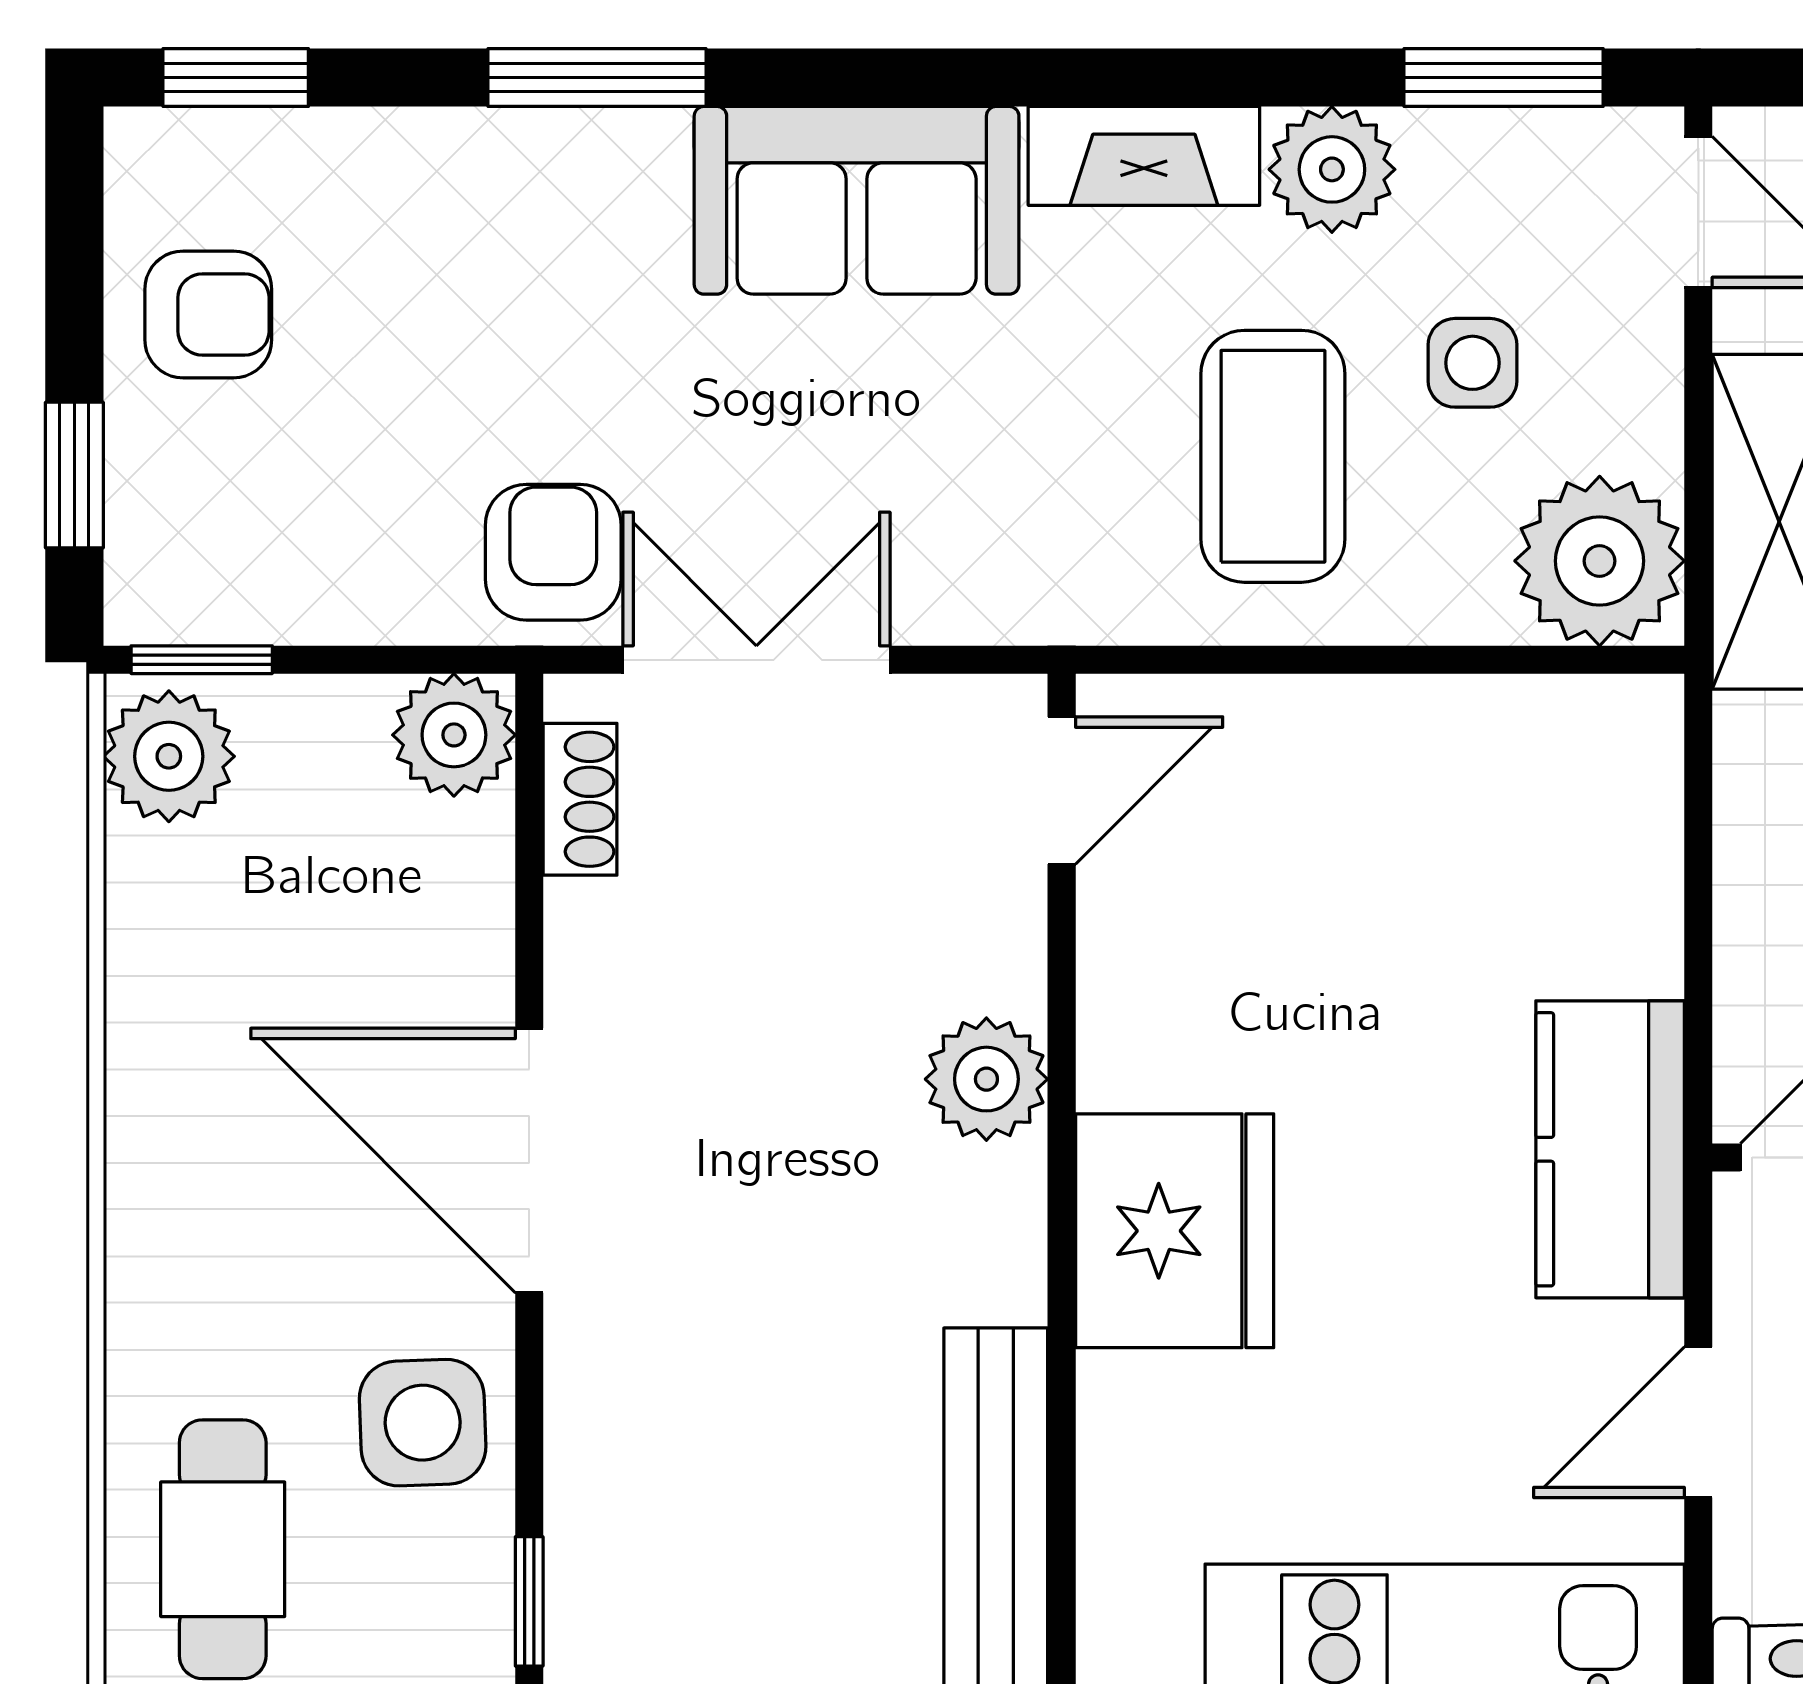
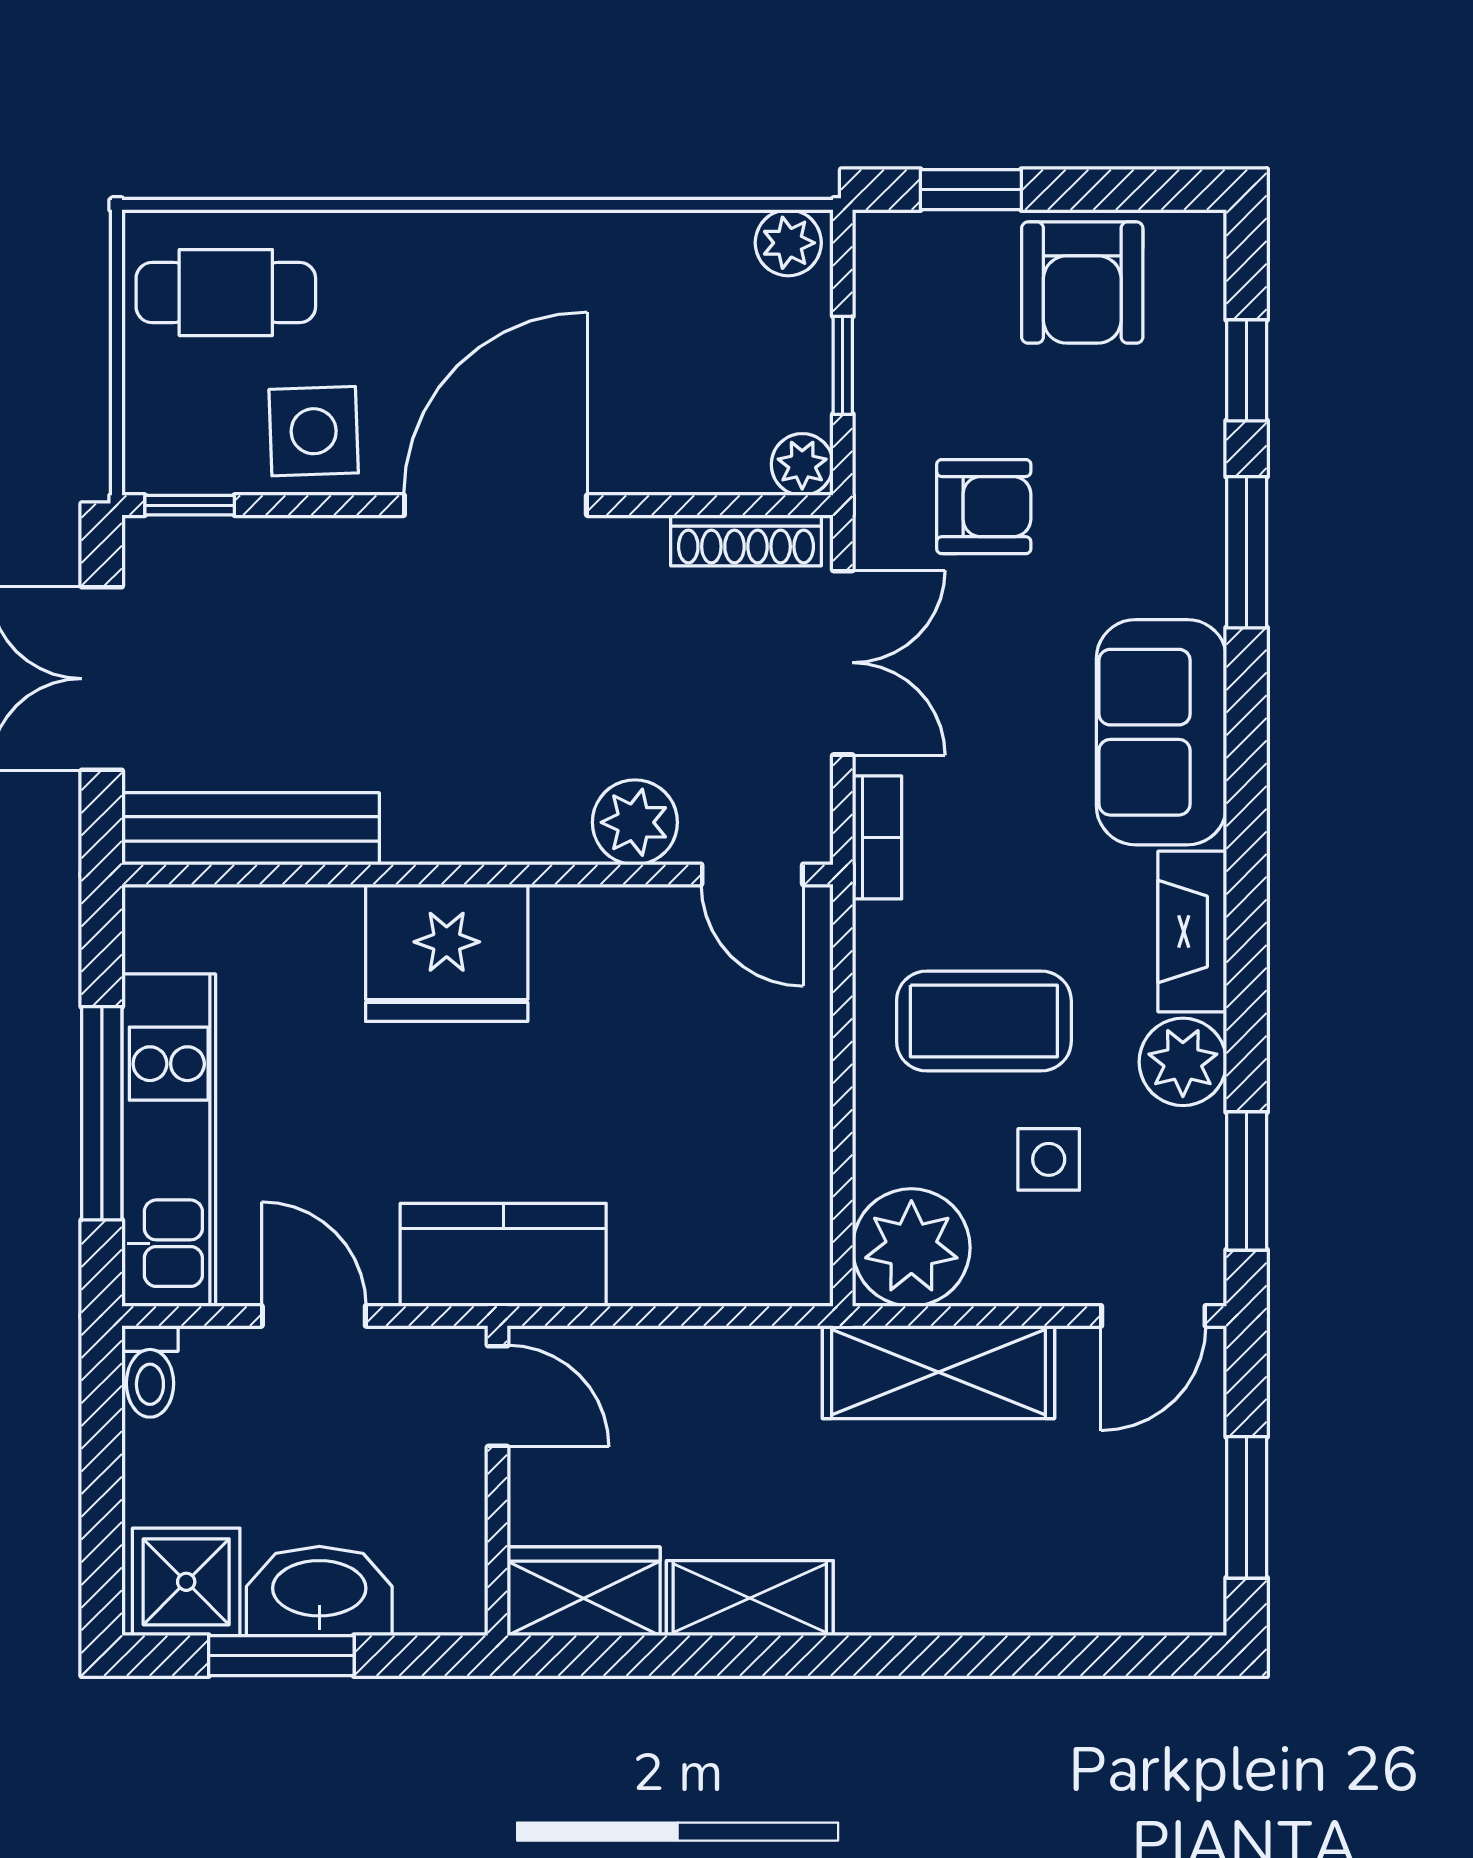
window: (236, 78) -> (1247, 370), moved
armchair: (208, 314) -> (1082, 283), width x1.38, depth x1.38
armchair: (553, 552) -> (984, 507), moved
bookcase: (1008, 610) -> (877, 837), added
window: (202, 660) -> (843, 365), moved
plant: (454, 735) -> (802, 465), width x0.73, depth x0.73
plant: (169, 756) -> (788, 243), width x0.73, depth x0.73
shoe rack: (580, 799) -> (746, 540), width x1.43
plant: (986, 1079) -> (635, 822), moved

